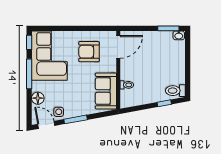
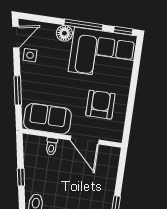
door: (118, 47) -> (85, 140), moved
floor lamp: (38, 98) -> (64, 33), moved
window: (164, 103) -> (21, 177), moved
window: (76, 119) -> (18, 90), moved

